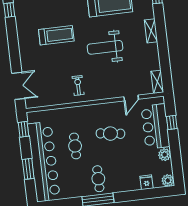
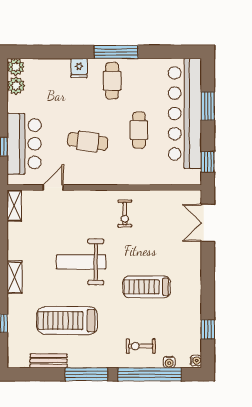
weight bench: (105, 47) -> (81, 262), turned 180
plant: (165, 155) -> (16, 86), moved
fridge: (147, 182) -> (79, 68), moved

